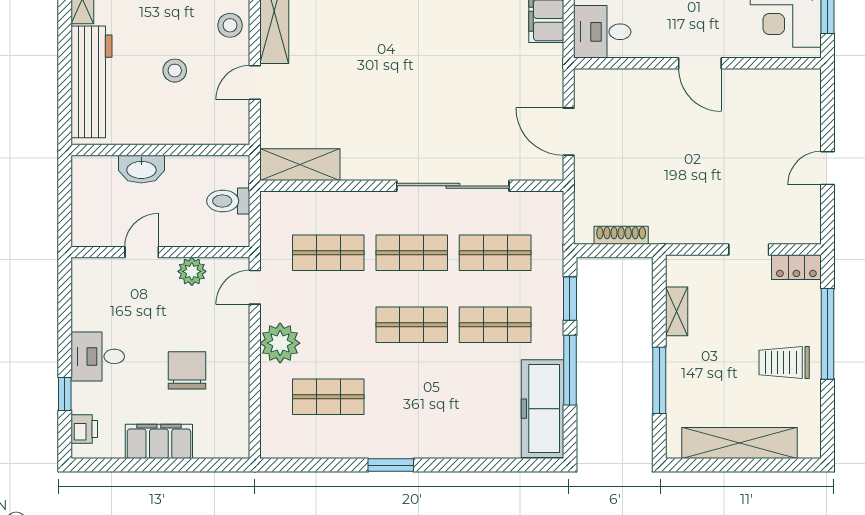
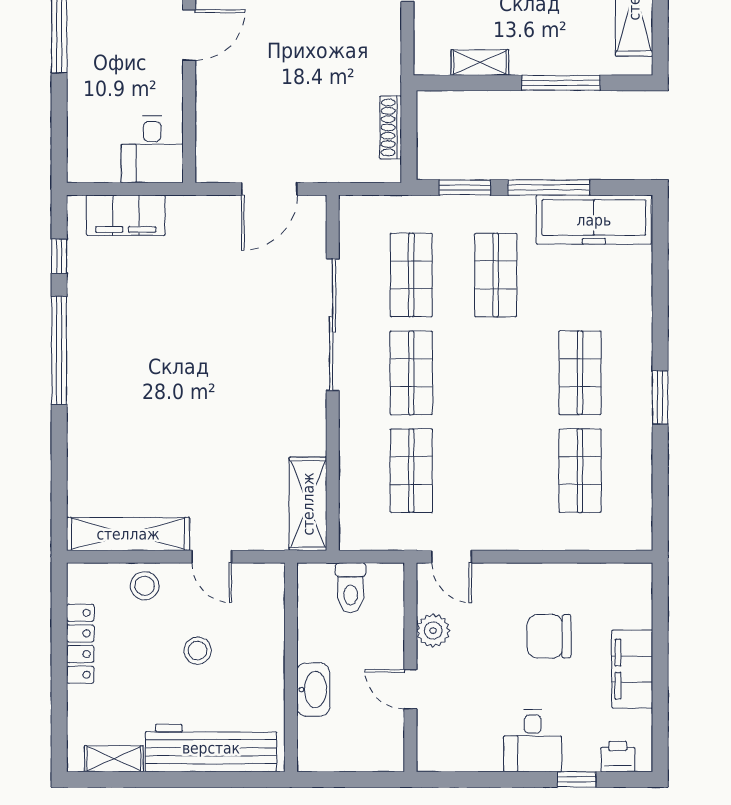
shop shelf: (412, 325) -> (580, 373), moved
plant: (280, 343) -> (517, 527), removed

